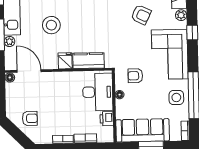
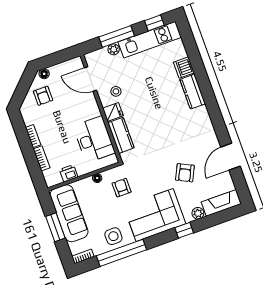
stool: (51, 25) -> (116, 91), moved, width x0.53, depth x0.53
door: (29, 71) -> (90, 79), swing flipped
floor lamp: (10, 78) -> (44, 74), moved
desk: (98, 92) -> (94, 139), moved, turned -90

